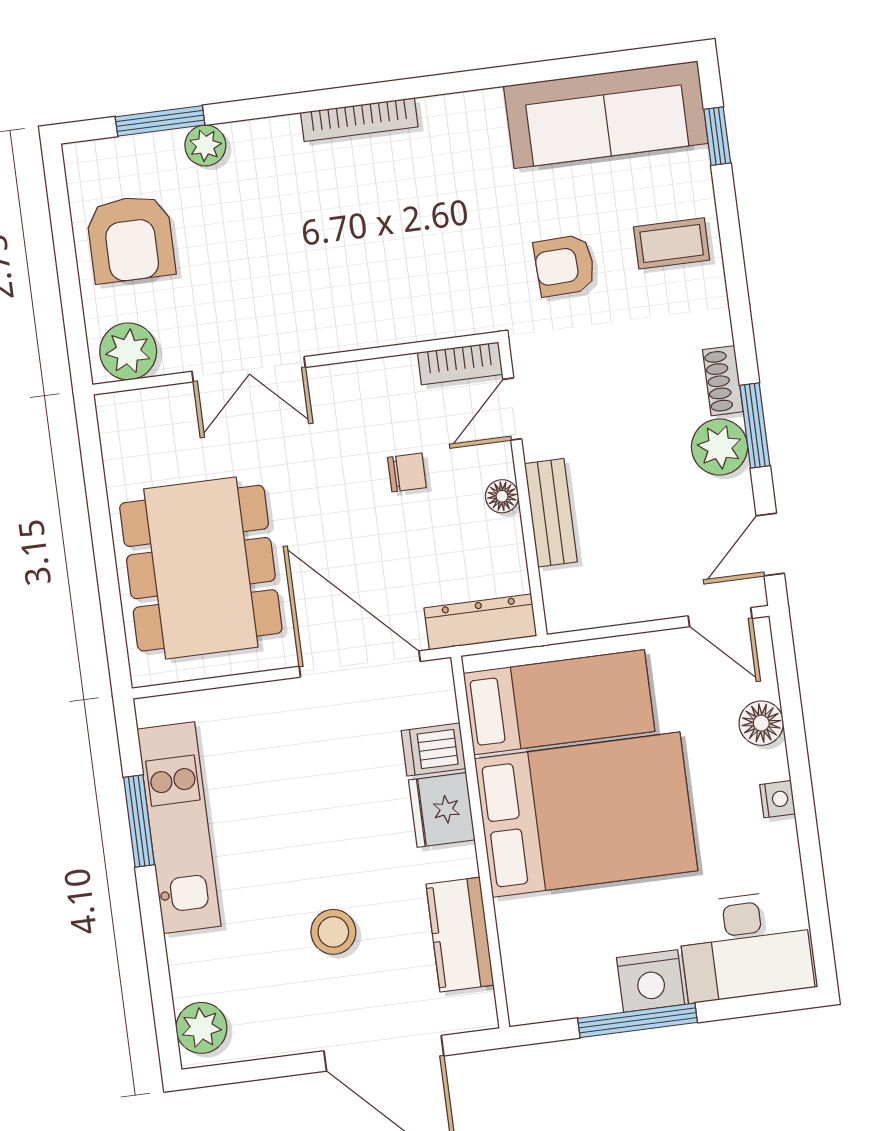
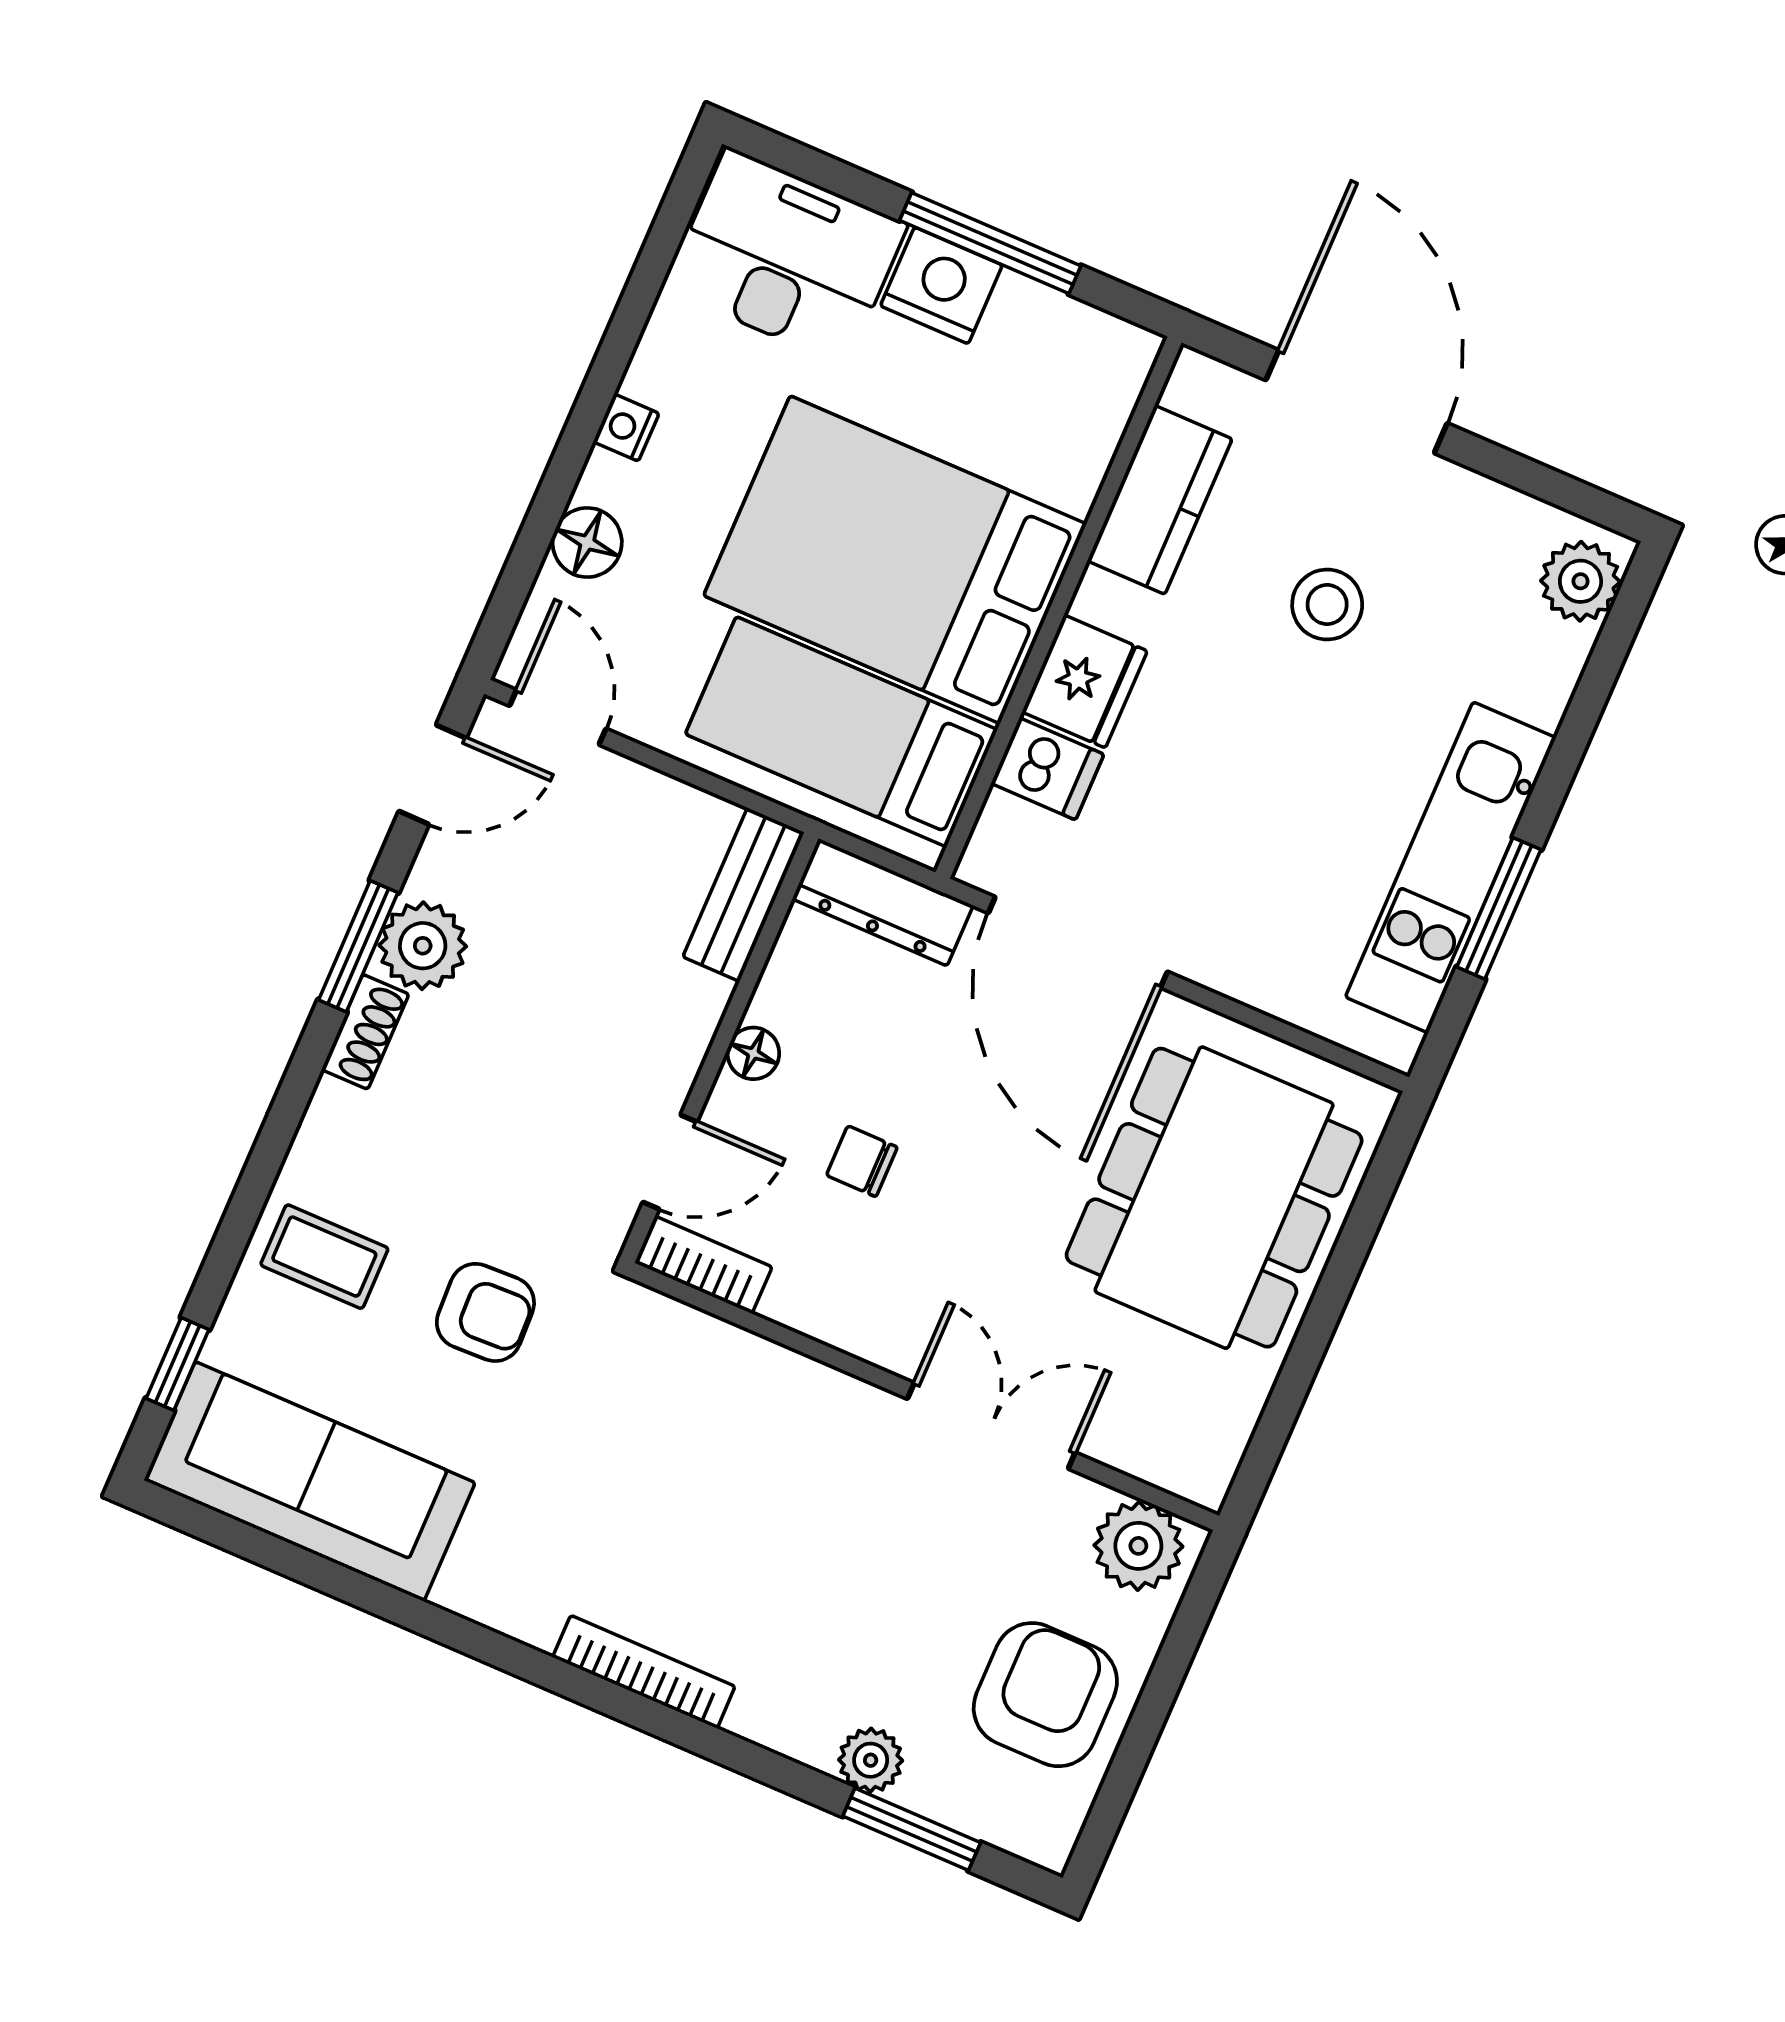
bench: (551, 513) -> (744, 895), moved

